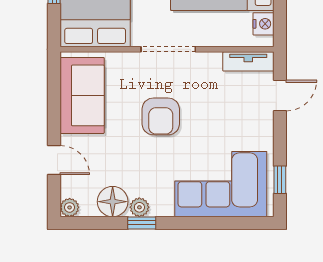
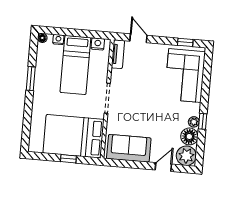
armchair: (161, 116) -> (144, 106), removed
plant: (70, 207) -> (186, 156), width x1.87, depth x1.87

